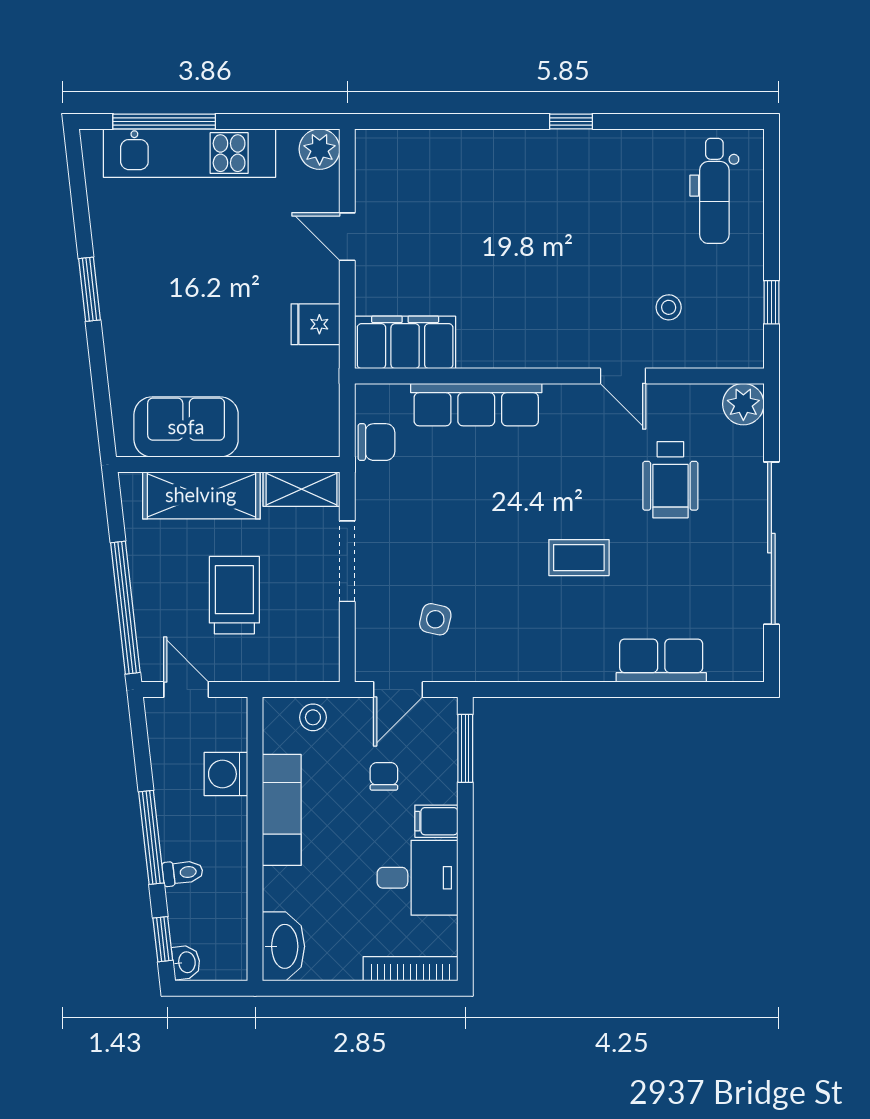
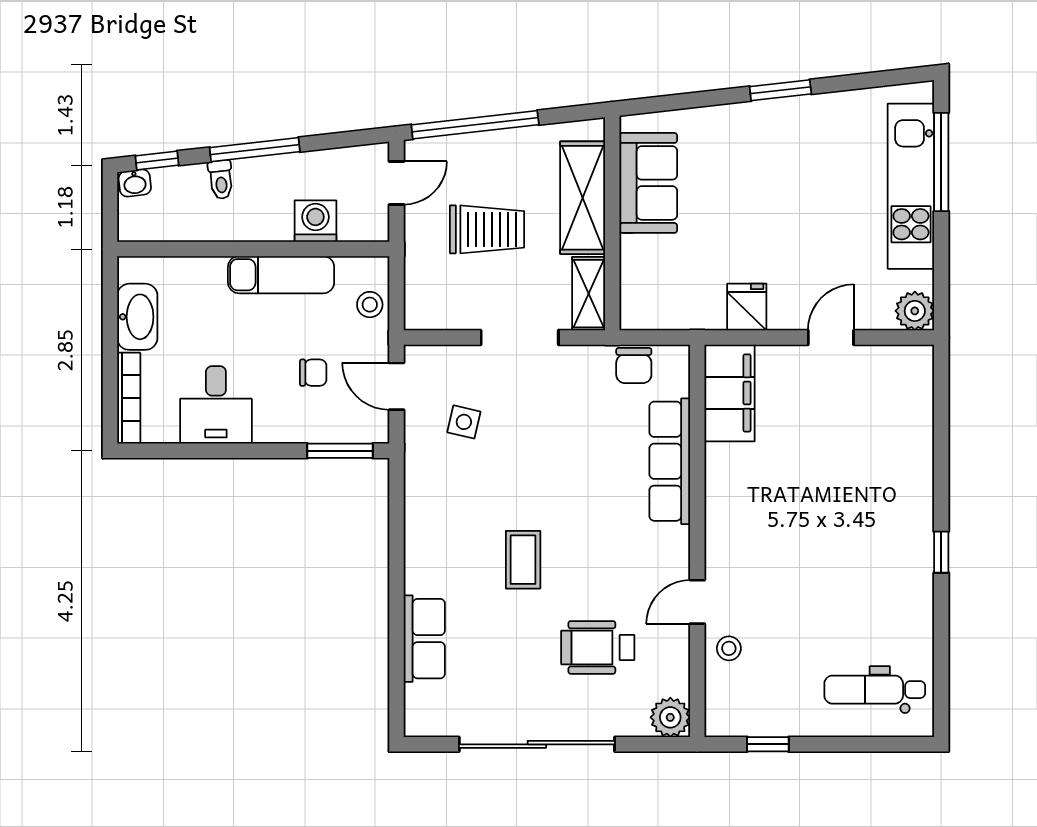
stool: (669, 307) -> (729, 648), moved
filing cabinet: (436, 821) -> (270, 423), removed
washbasin: (283, 946) -> (137, 317), moved, turned -90

